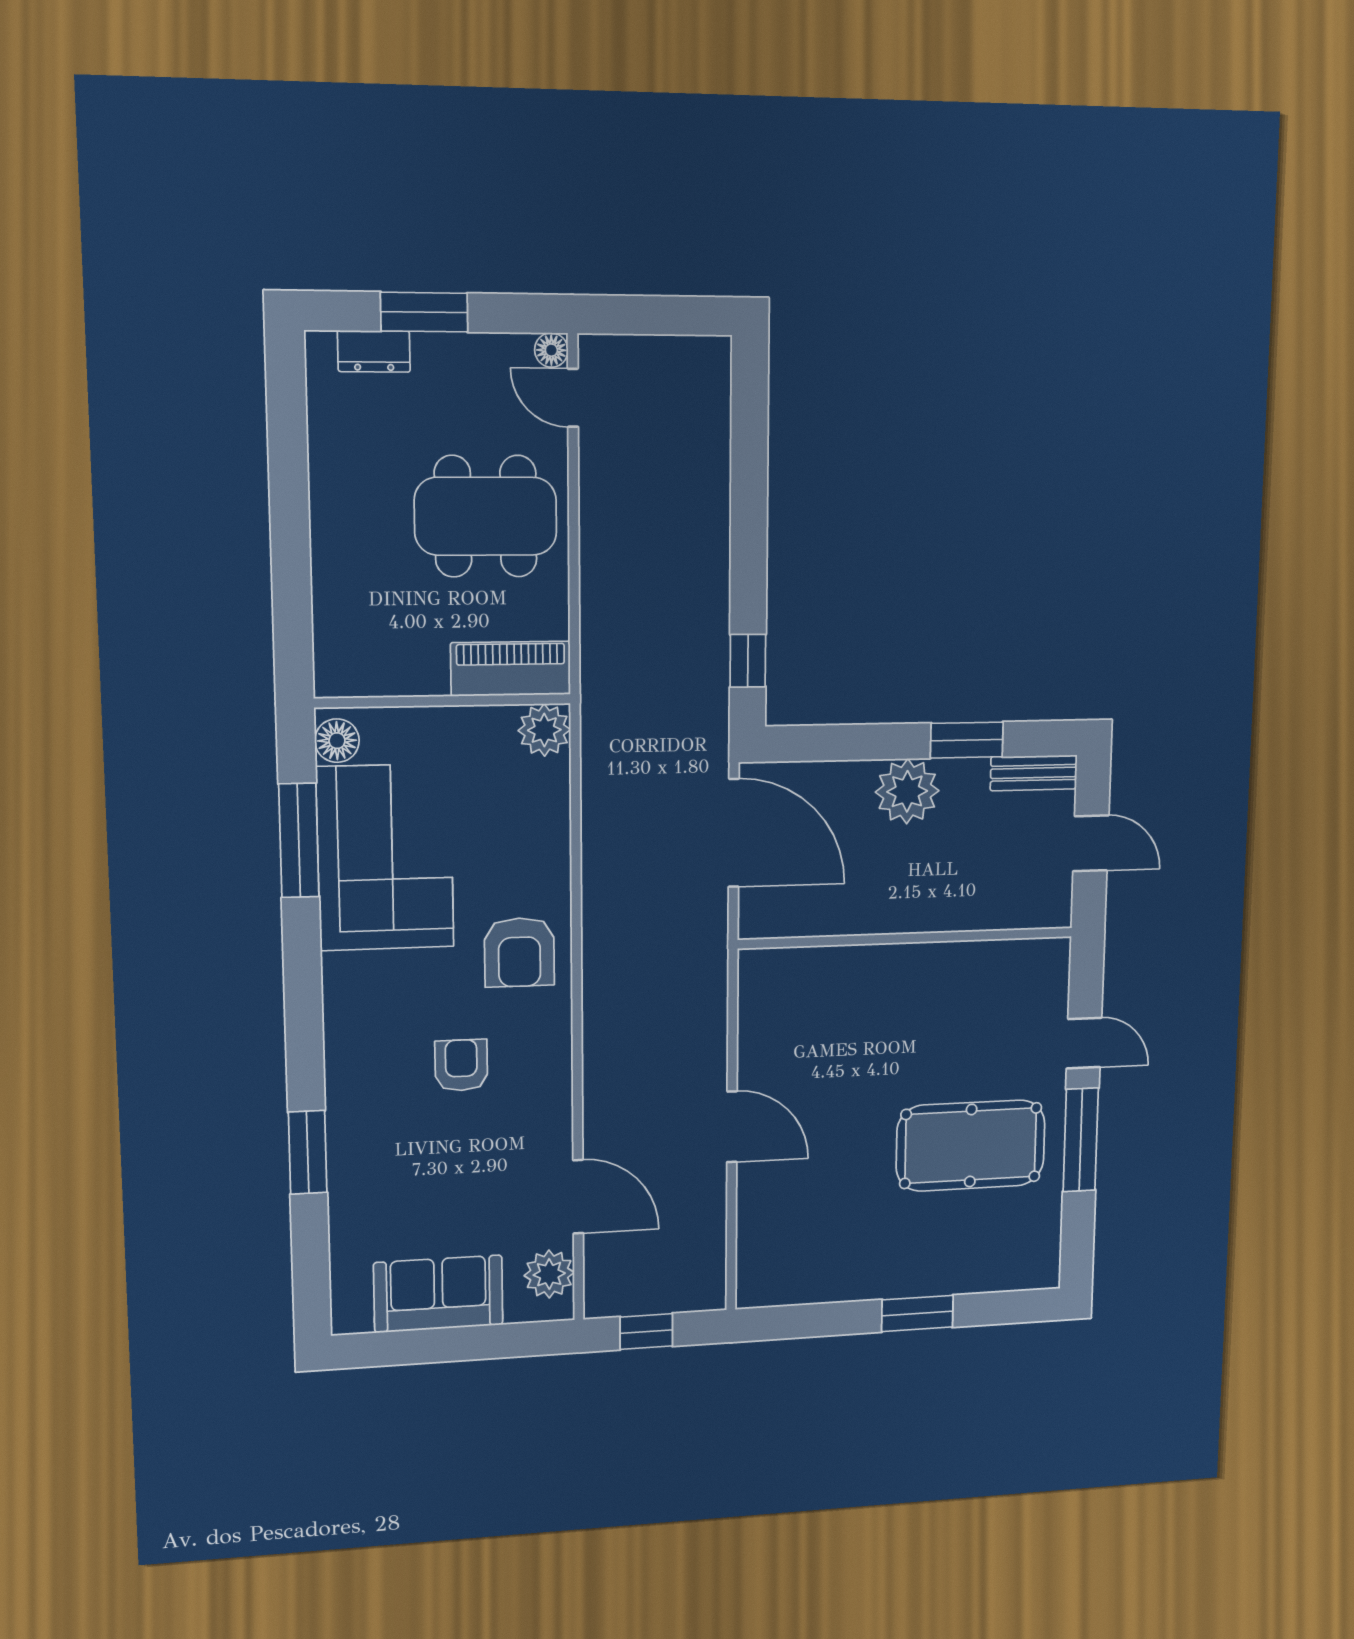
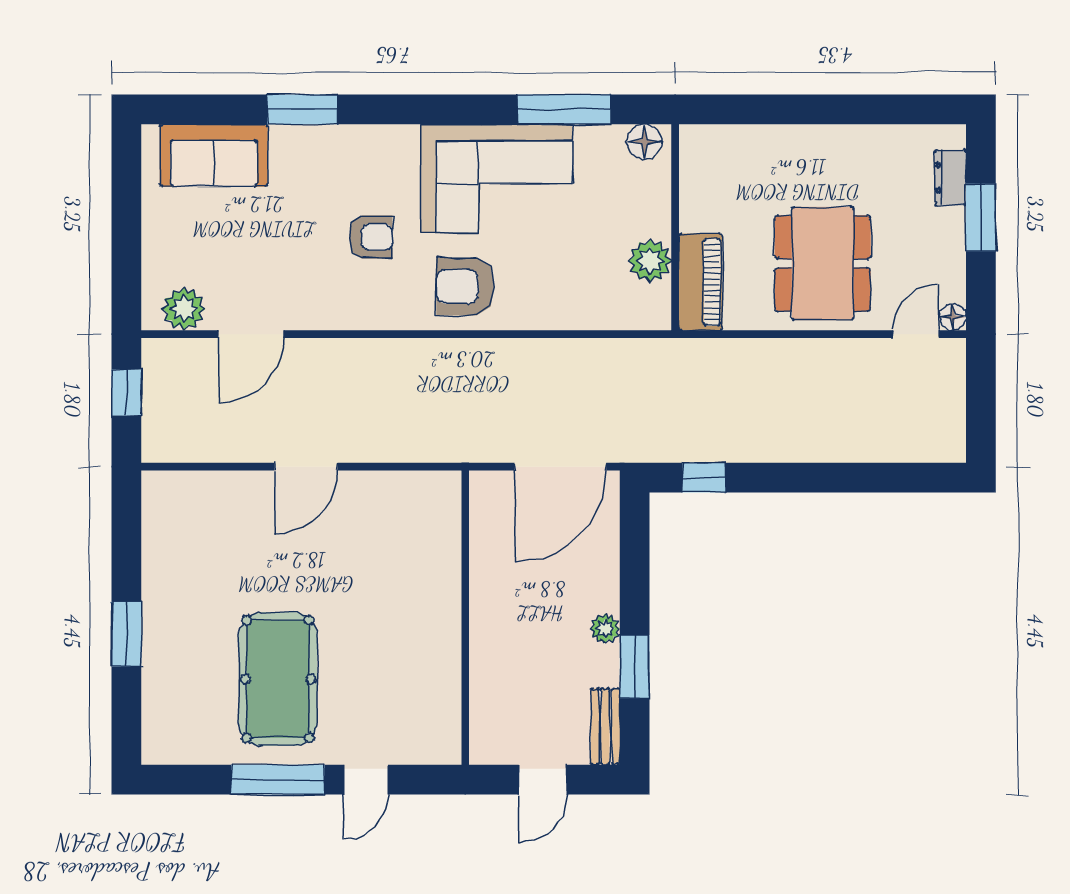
plant: (544, 730) -> (650, 261), moved
plant: (907, 791) -> (605, 629), width x0.53, depth x0.53
corner sofa: (385, 857) -> (497, 178), moved
sofa: (438, 1294) -> (214, 155), moved, turned 90

